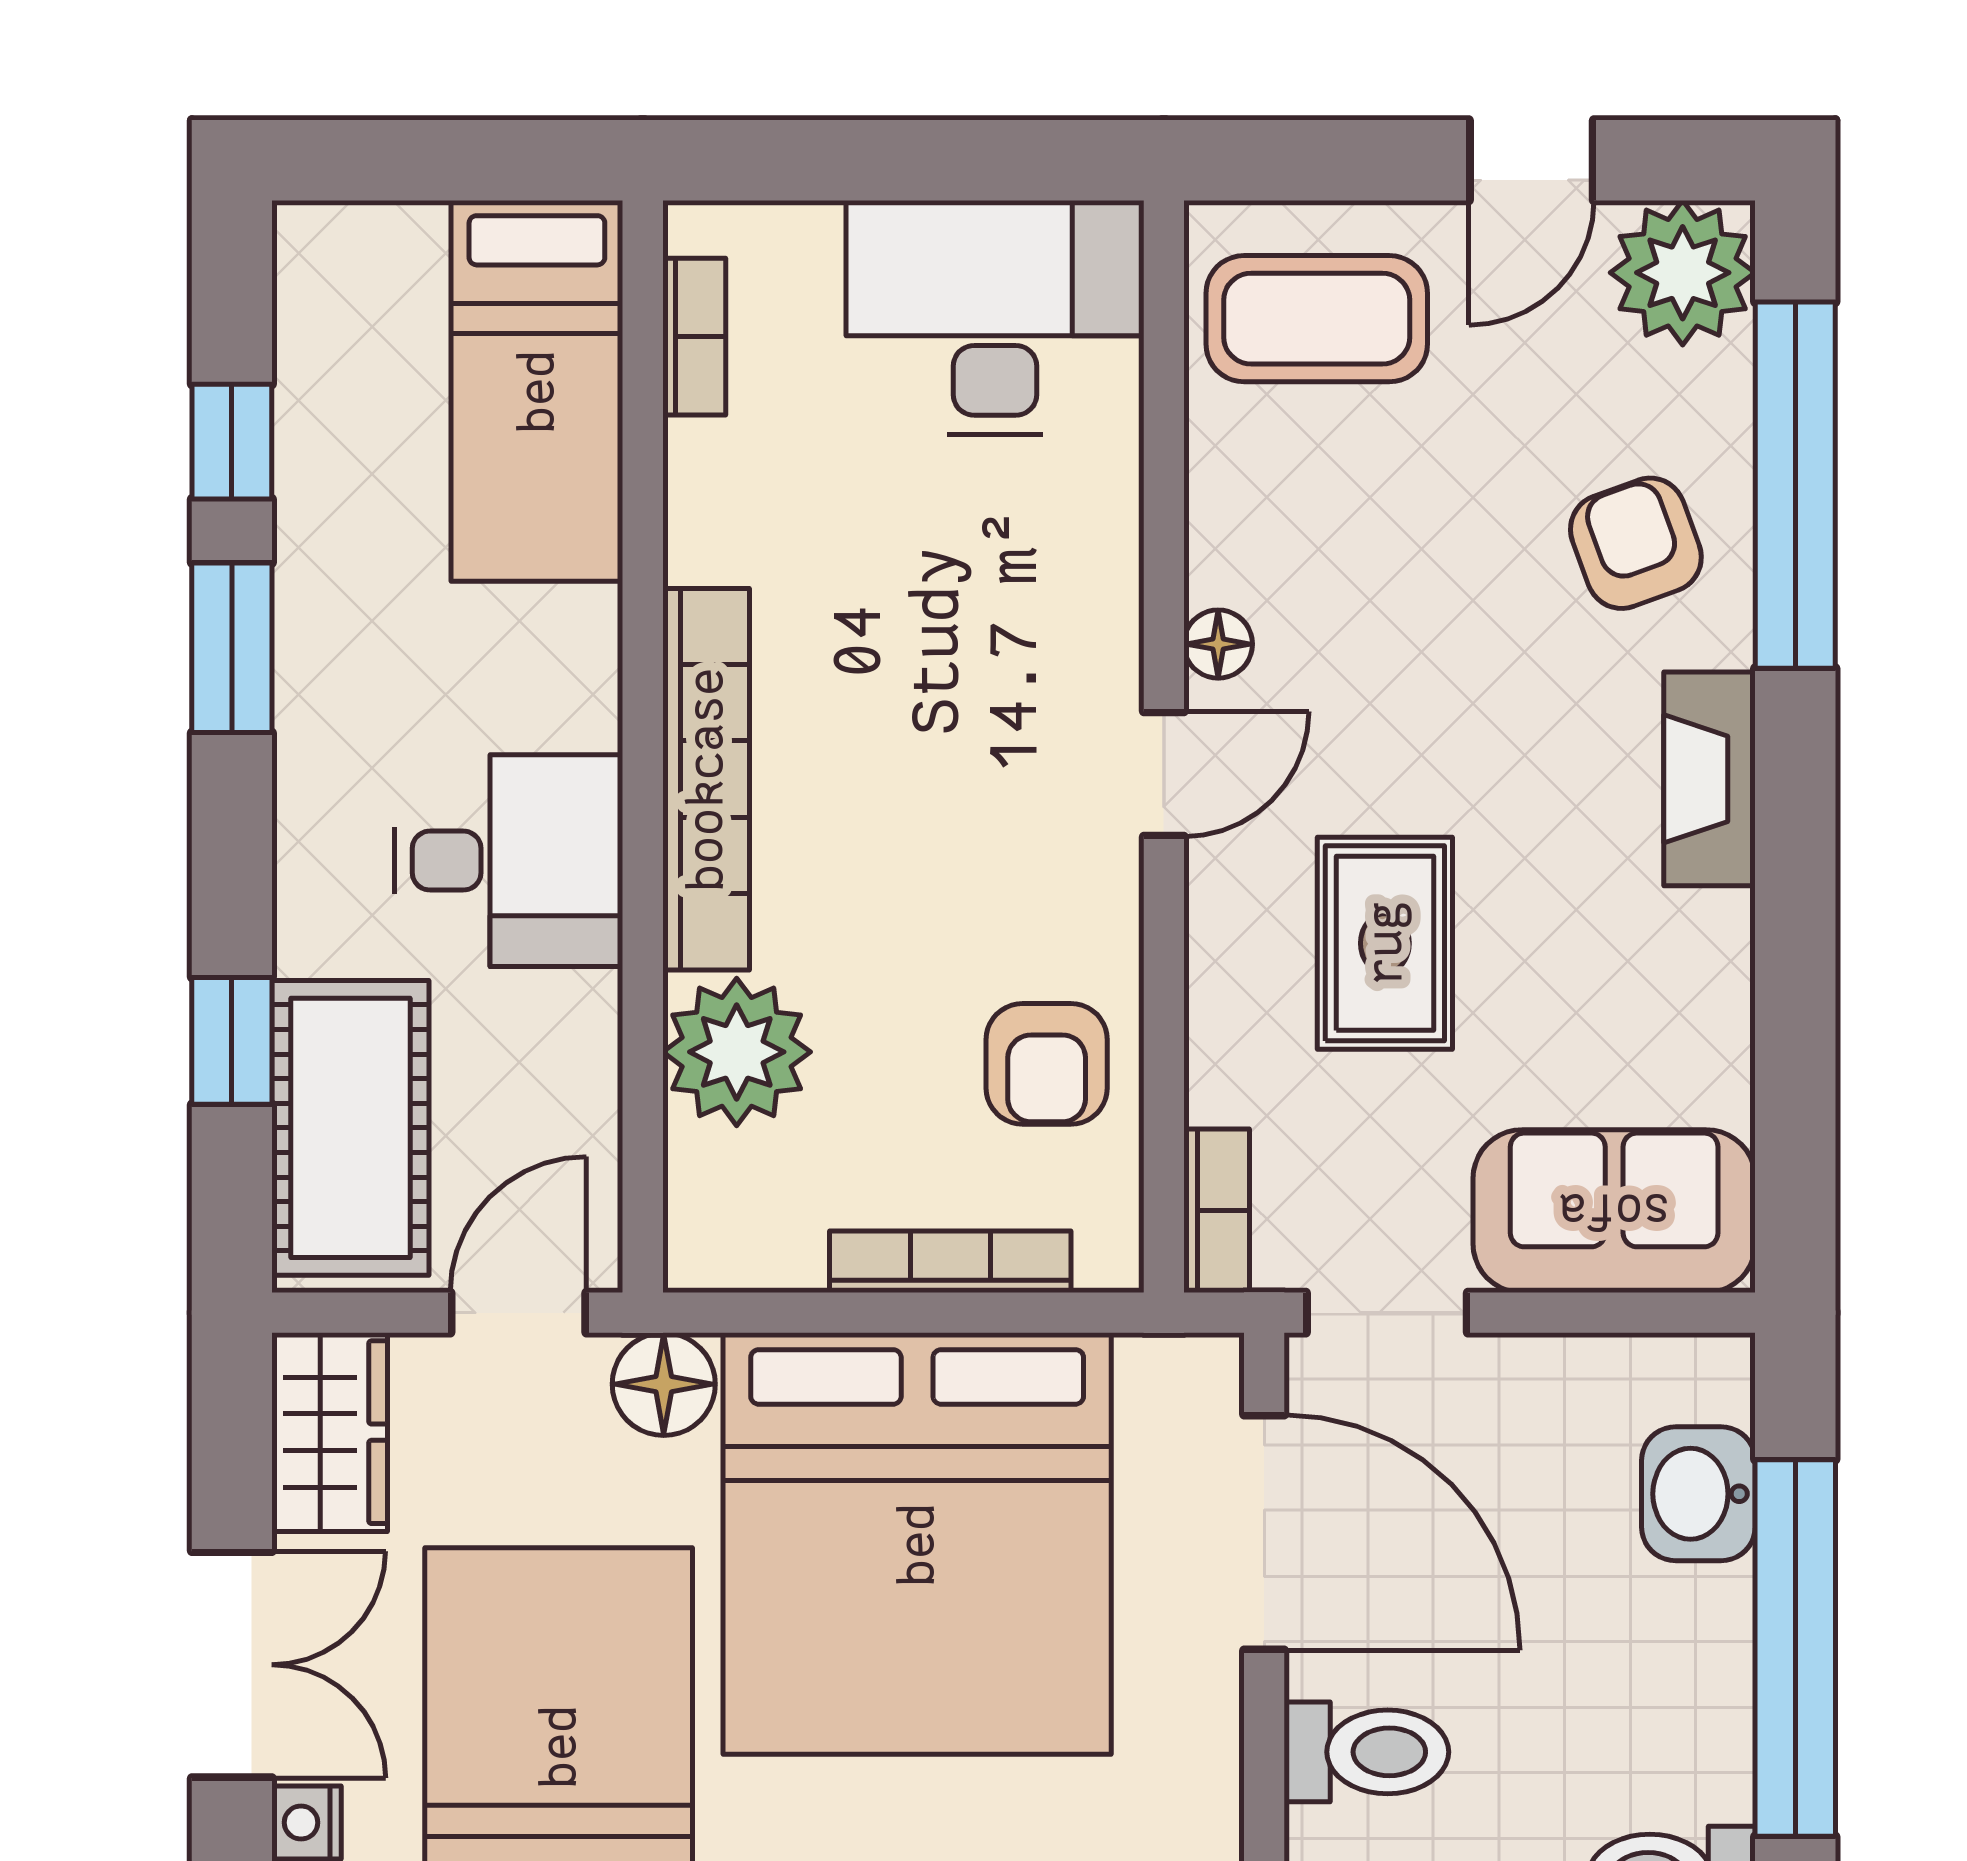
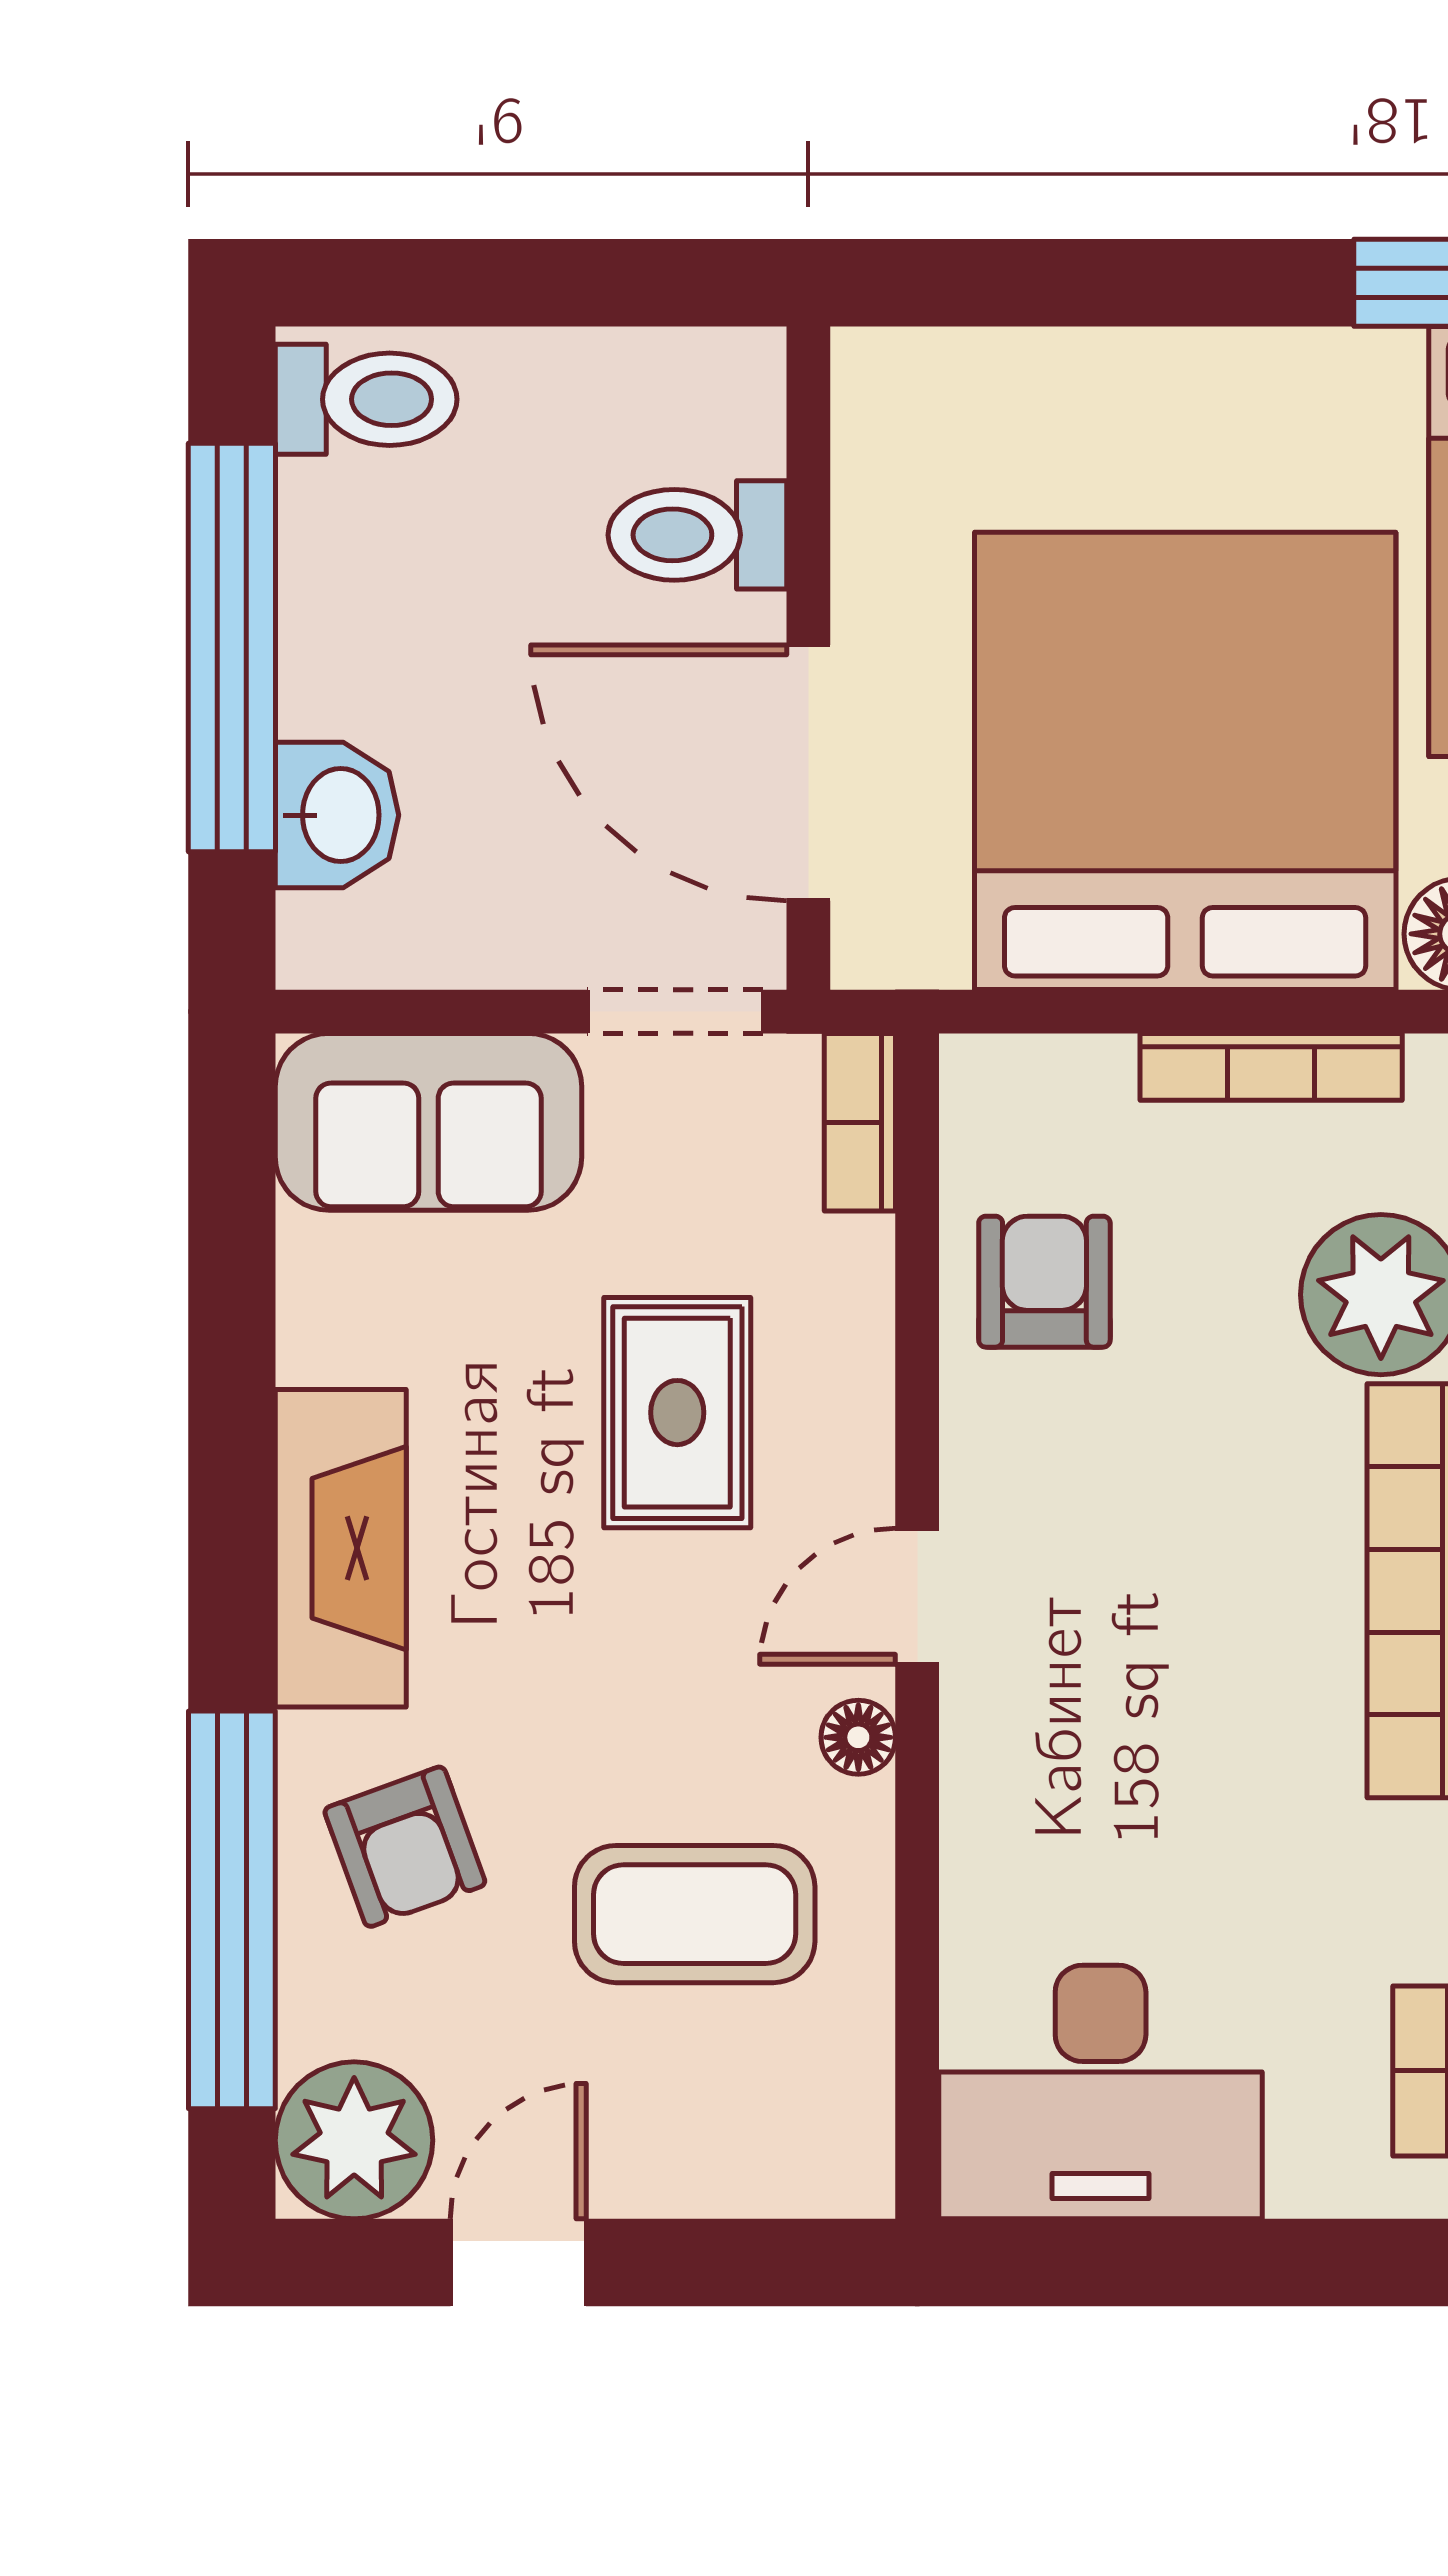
coffee table: (1317, 319) -> (695, 1914), moved
fireplace: (1709, 779) -> (341, 1548), width x1.37, depth x1.32
bookcase: (950, 1262) -> (1271, 1067), moved

